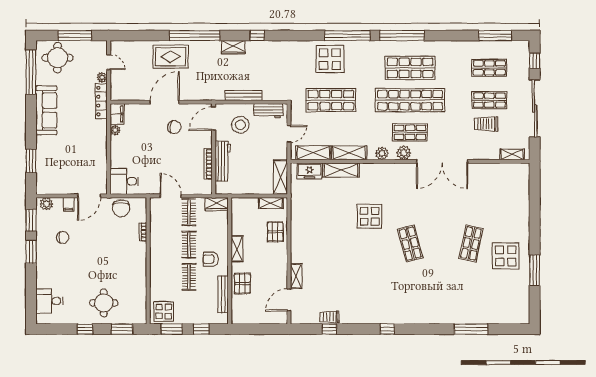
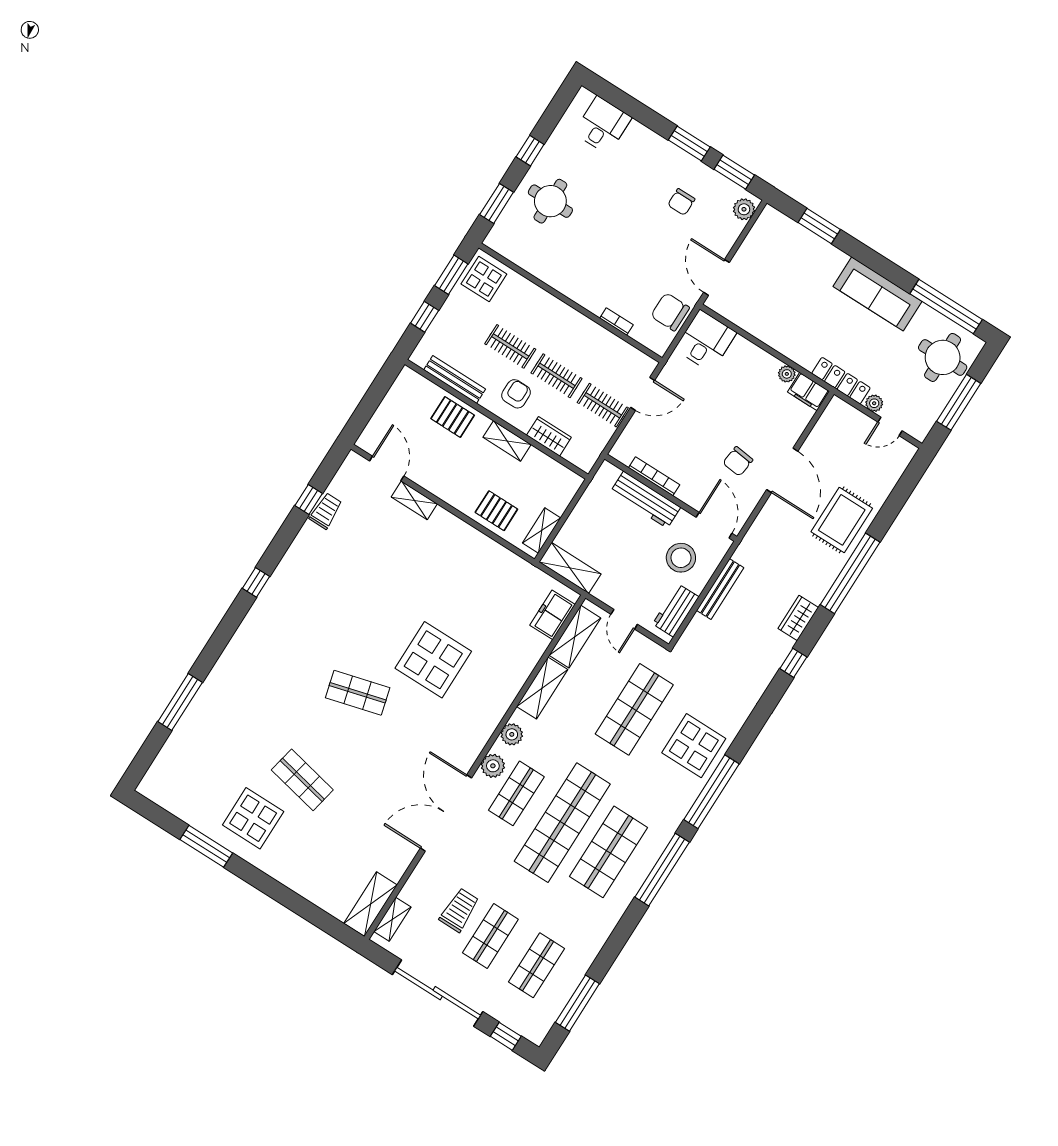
shelving: (341, 170) -> (371, 904), moved
filing cabinet: (69, 204) -> (723, 240), removed
wardrobe: (217, 204) -> (549, 436), moved, turned 90
display table: (370, 216) -> (433, 660), width x1.36, depth x1.36

